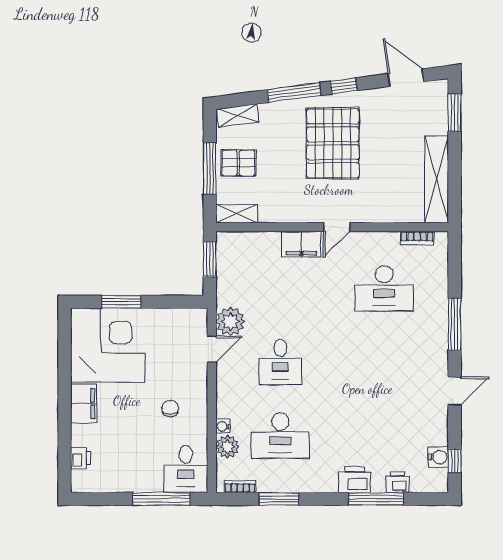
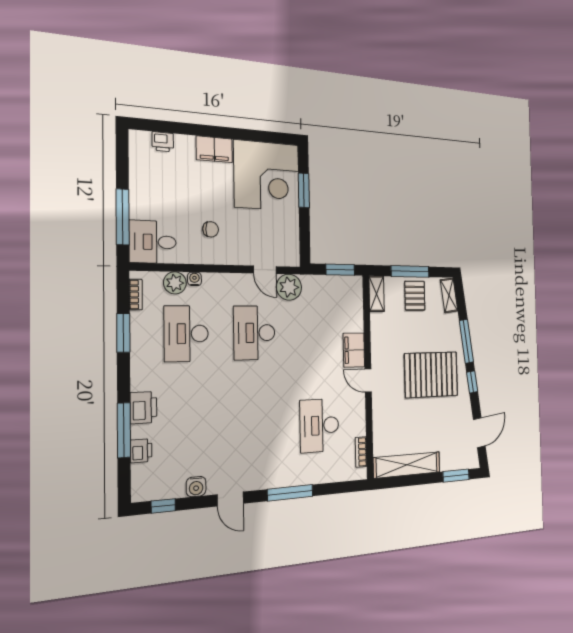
desk: (280, 362) -> (254, 333), width x1.37
water cooler: (438, 457) -> (196, 487), moved

